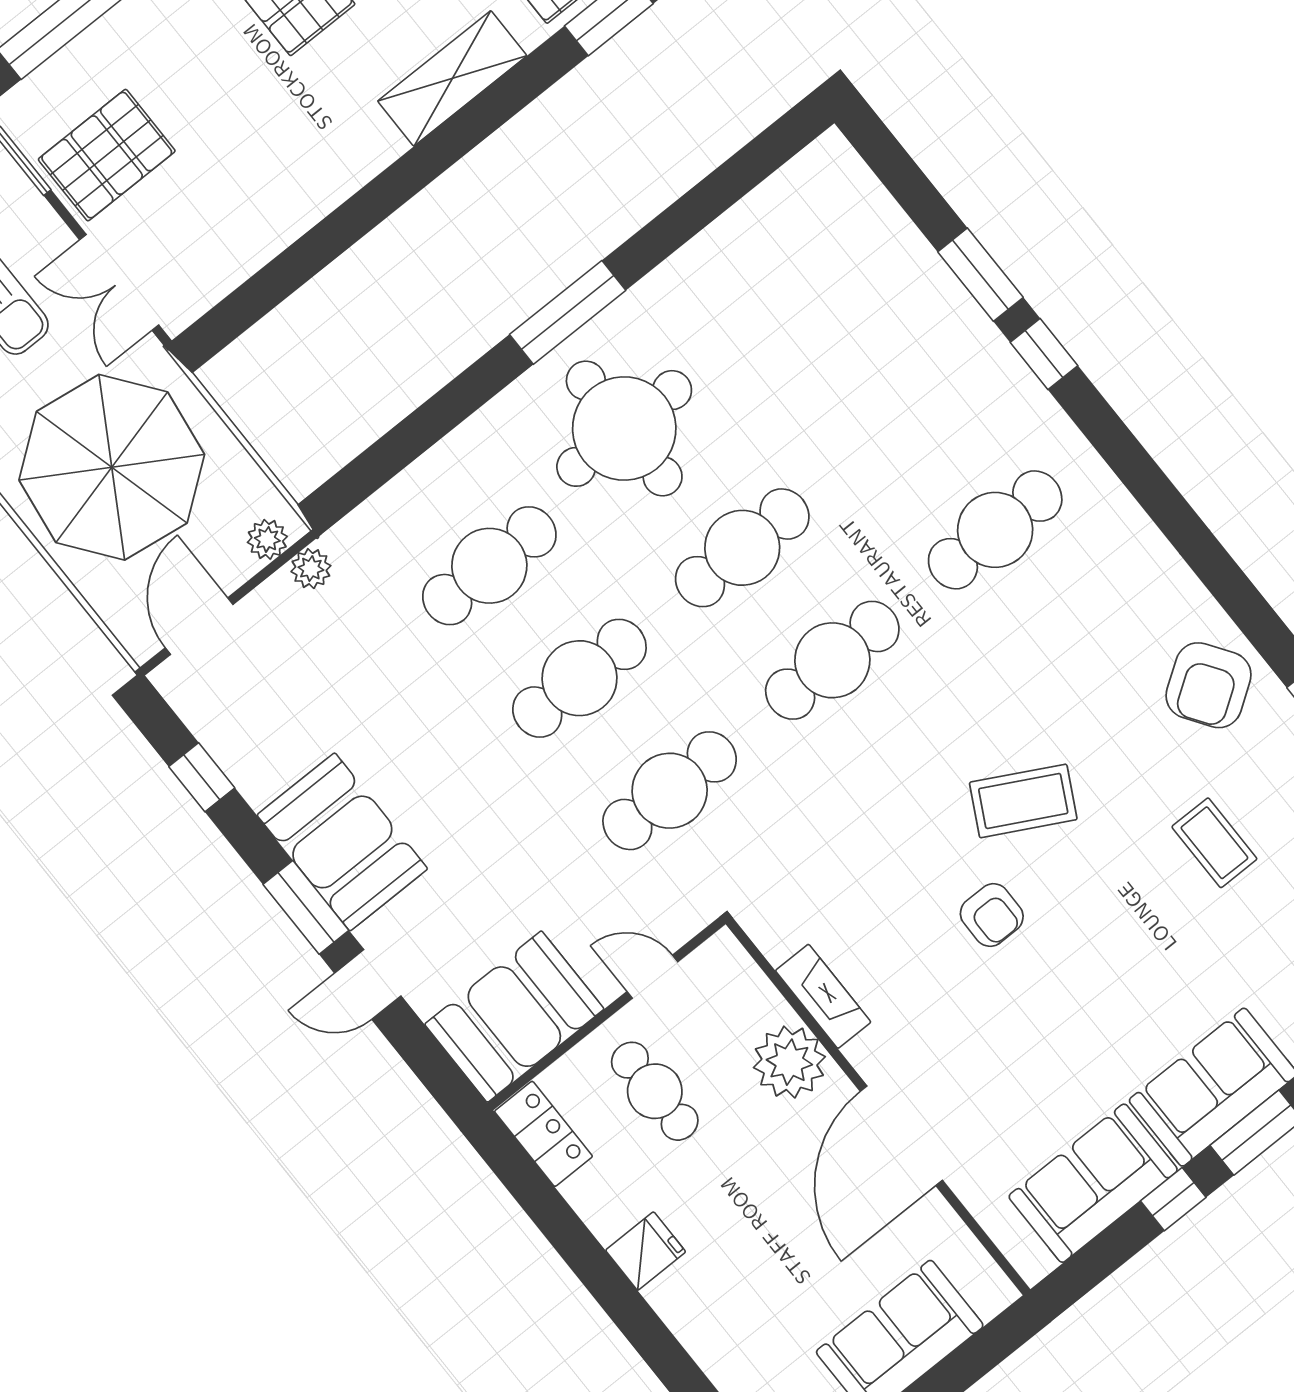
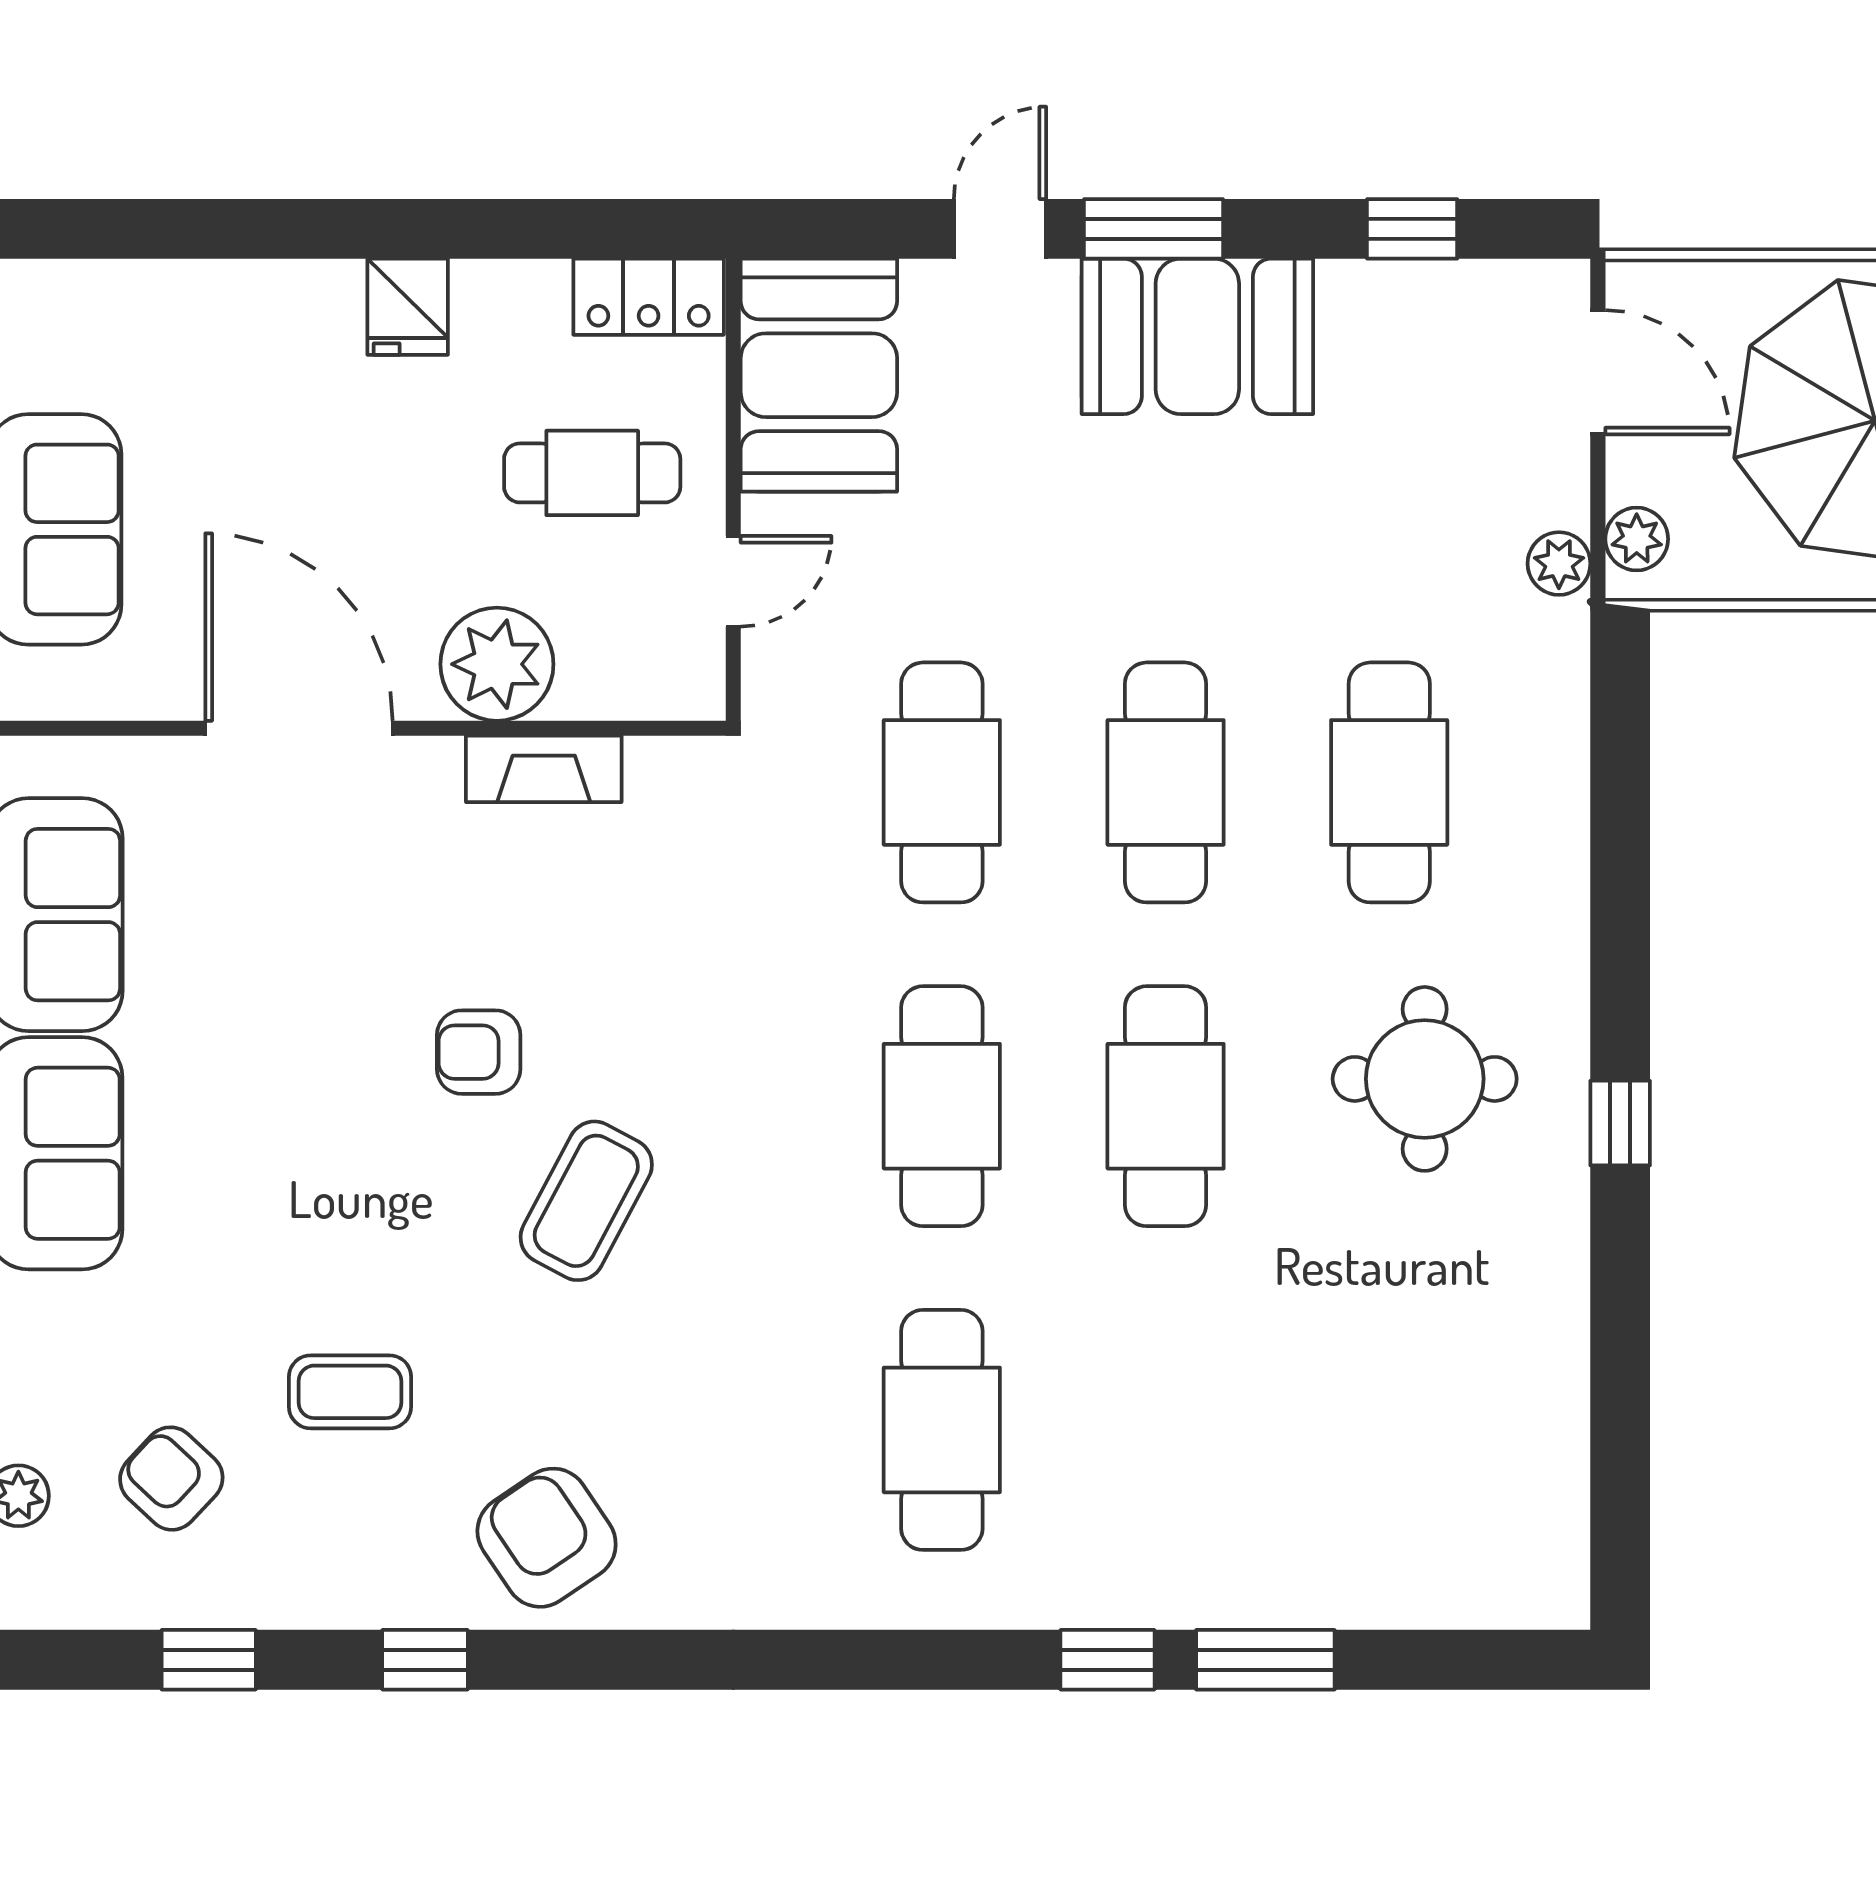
window: (568, 312) -> (1620, 1123), width x0.46
round table: (624, 428) -> (1425, 1079), width x0.73, depth x0.73

